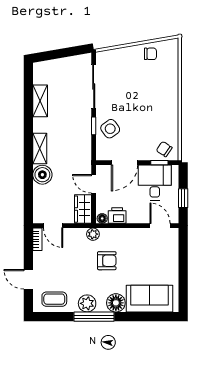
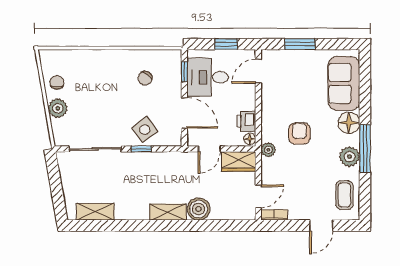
plant: (128, 55) -> (58, 108), added
shelving: (40, 101) -> (95, 212), moved
chair: (164, 149) -> (145, 78), moved
window: (183, 261) -> (300, 44), added

